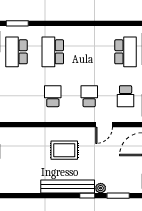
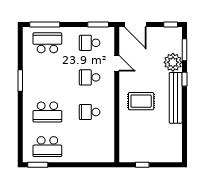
window: (17, 23) -> (20, 81), moved
school desk: (126, 96) -> (90, 43), turned 180
rug: (64, 150) -> (141, 101), turned 90
plant: (101, 188) -> (173, 62), width x1.88, depth x1.88

